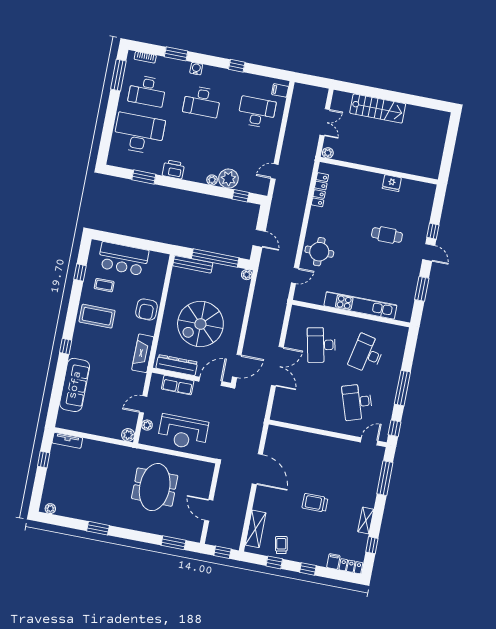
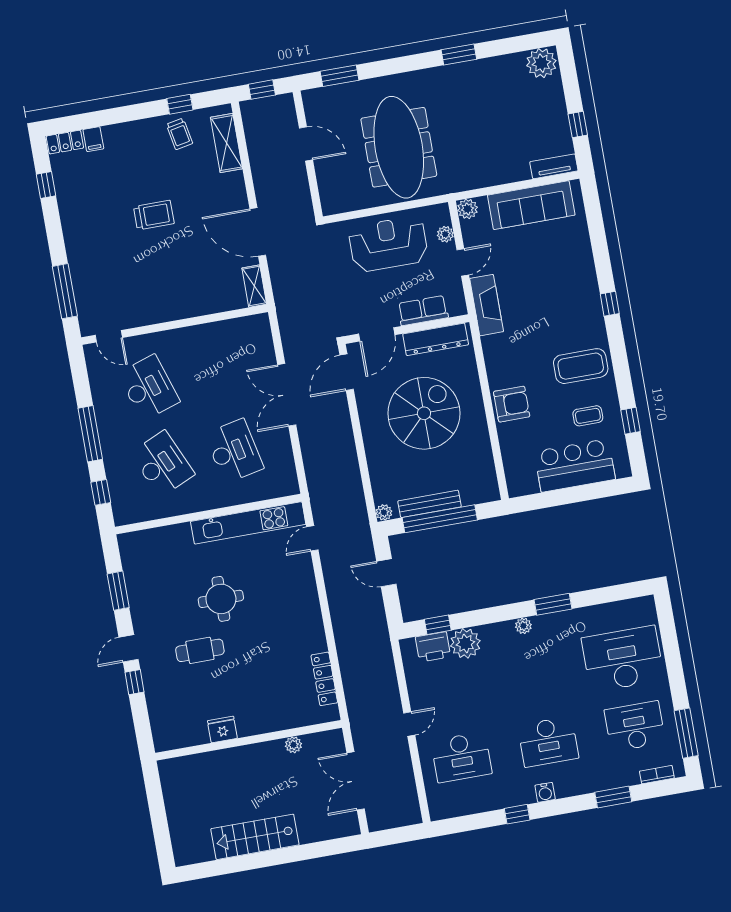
water cooler: (196, 69) -> (545, 792), moved
filing cabinet: (280, 90) -> (439, 802), removed
desk: (202, 102) -> (548, 742), turned 180
stairs: (378, 108) -> (255, 837), moved
double door: (325, 122) -> (356, 781), width x1.37
desk: (139, 134) -> (623, 659), turned 180
plant: (328, 153) -> (293, 745), moved
printer: (173, 169) -> (433, 647), moved
door: (275, 171) -> (409, 724), moved
window: (144, 177) -> (553, 604), moved
plant: (212, 180) -> (523, 626), moved
round table: (319, 252) -> (221, 599), moved
door: (429, 252) -> (128, 648), hinge flipped
bench: (193, 264) -> (430, 504), moved
kitchen unit: (360, 305) -> (248, 523), moved
armchair: (147, 309) -> (512, 404), turned 90
fireplace: (143, 353) -> (487, 305), moved
desk: (367, 354) -> (162, 464), turned -36
sofa: (75, 385) -> (531, 205), moved, turned -90
window: (395, 428) -> (101, 492), moved
door: (369, 441) -> (109, 336), hinge flipped
meeting table: (155, 487) -> (399, 147), width x1.36
plant: (50, 509) -> (541, 63), width x1.87, depth x1.87
shelving: (366, 521) -> (254, 286), moved
window: (308, 569) -> (127, 114), removed

